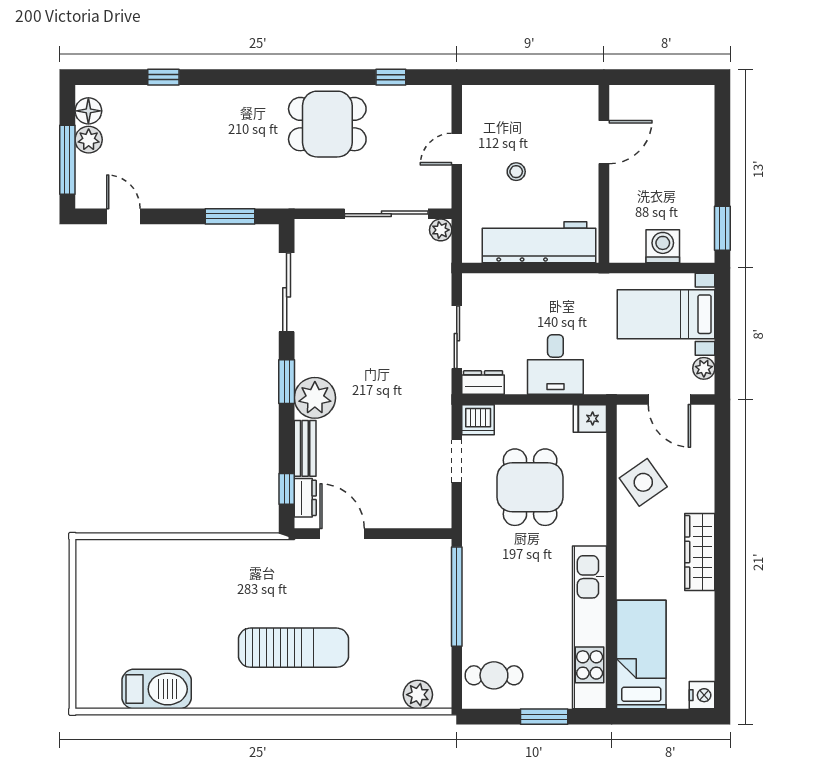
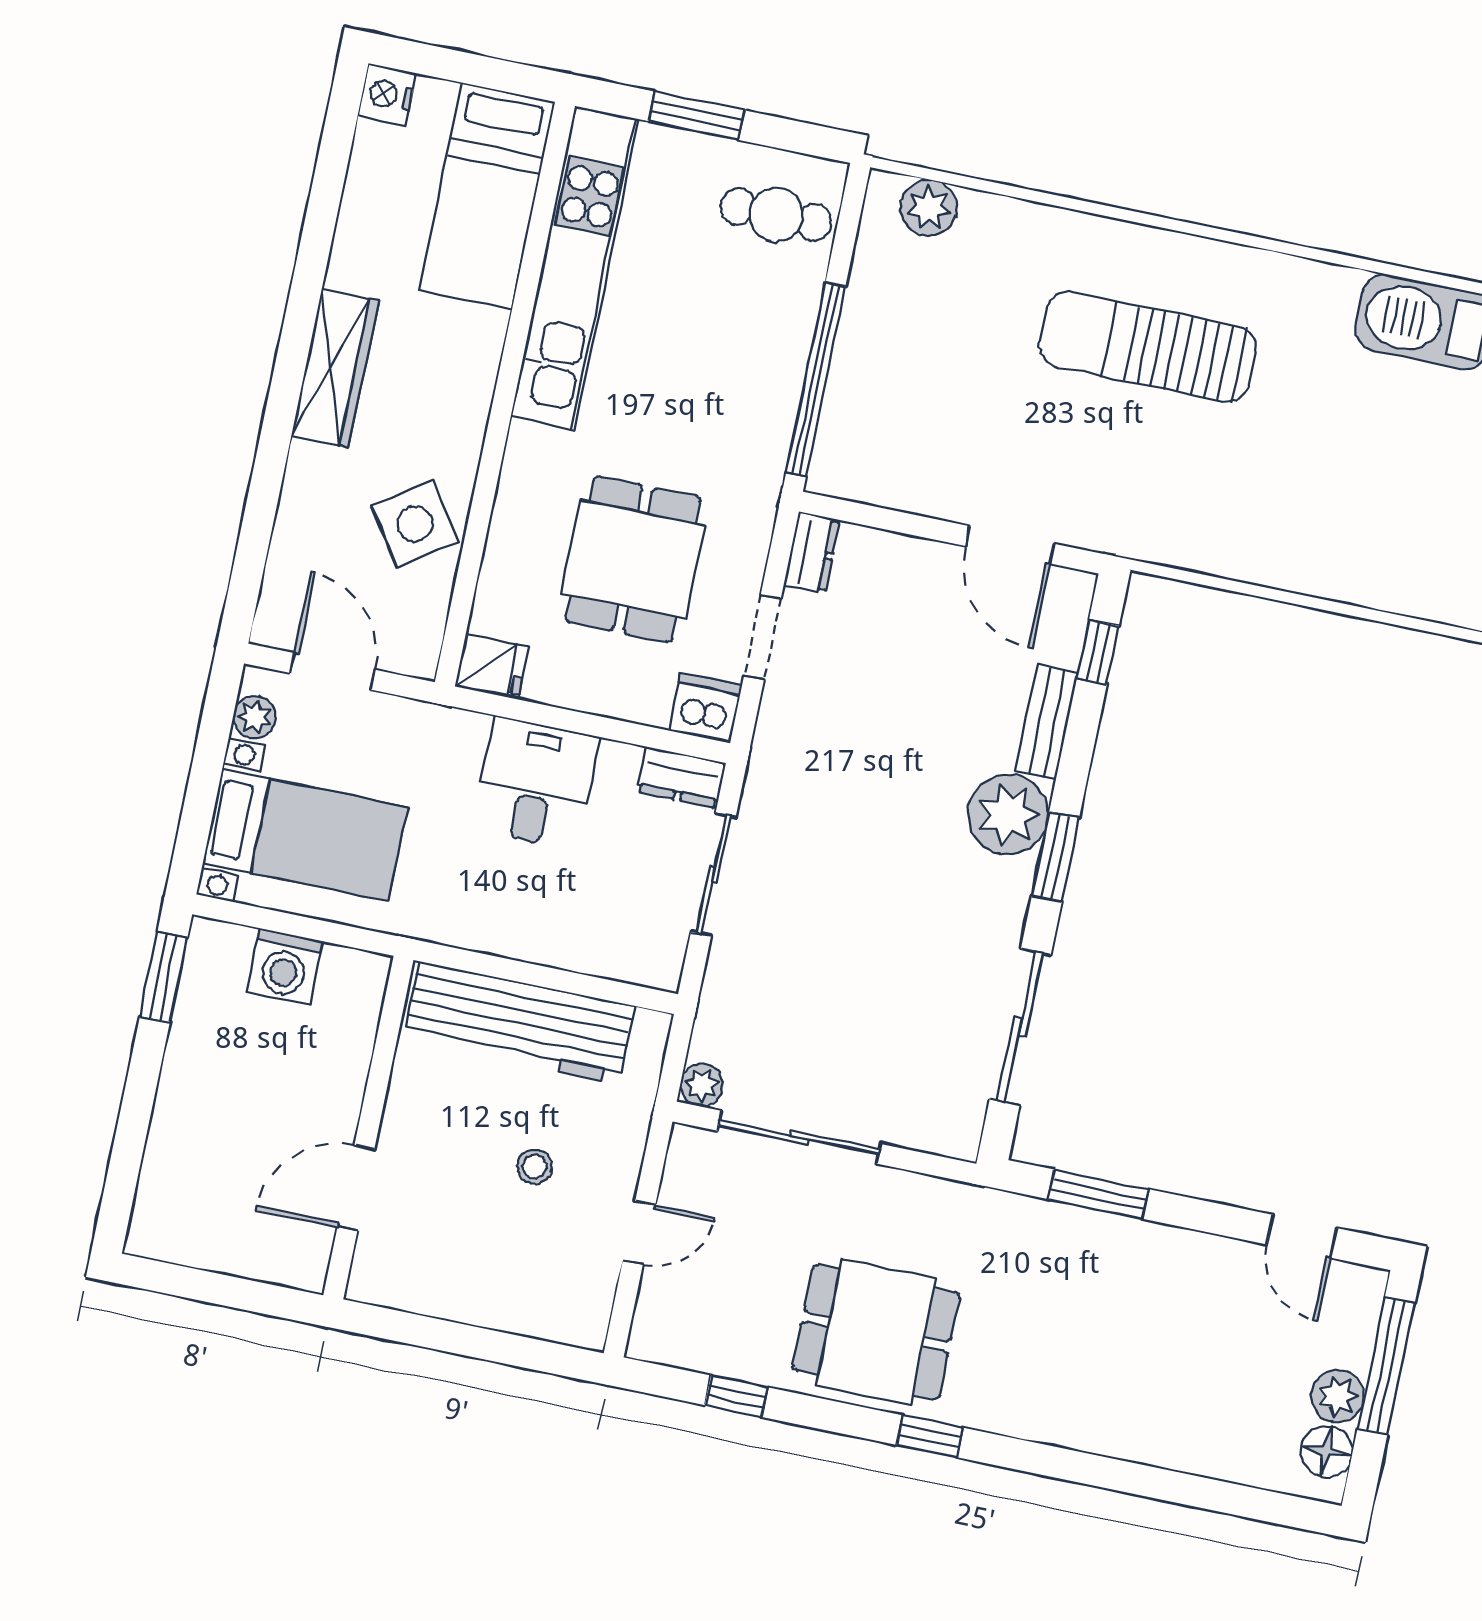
window: (163, 77) -> (930, 1436), moved
dresser: (305, 498) -> (812, 553), moved, turned 180

